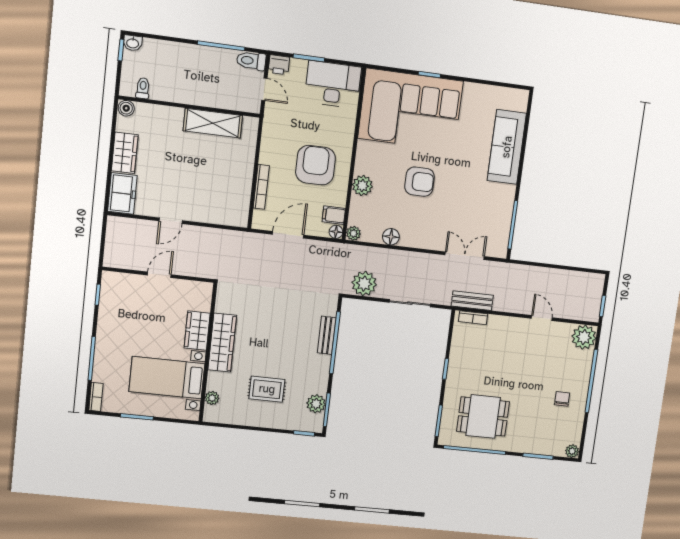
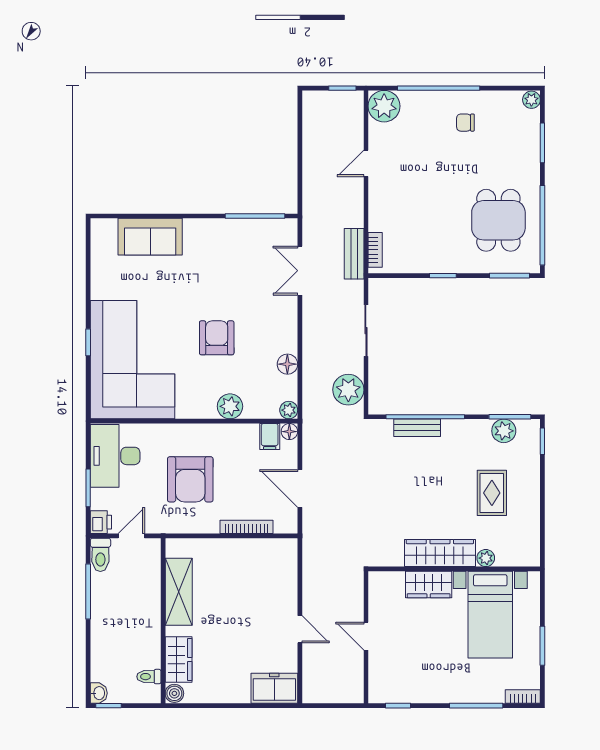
sofa: (507, 147) -> (150, 237), width x0.73
wardrobe: (125, 153) -> (179, 659), moved, turned 90
armchair: (315, 165) -> (190, 479), moved, turned -90
plant: (212, 398) -> (486, 558), moved

